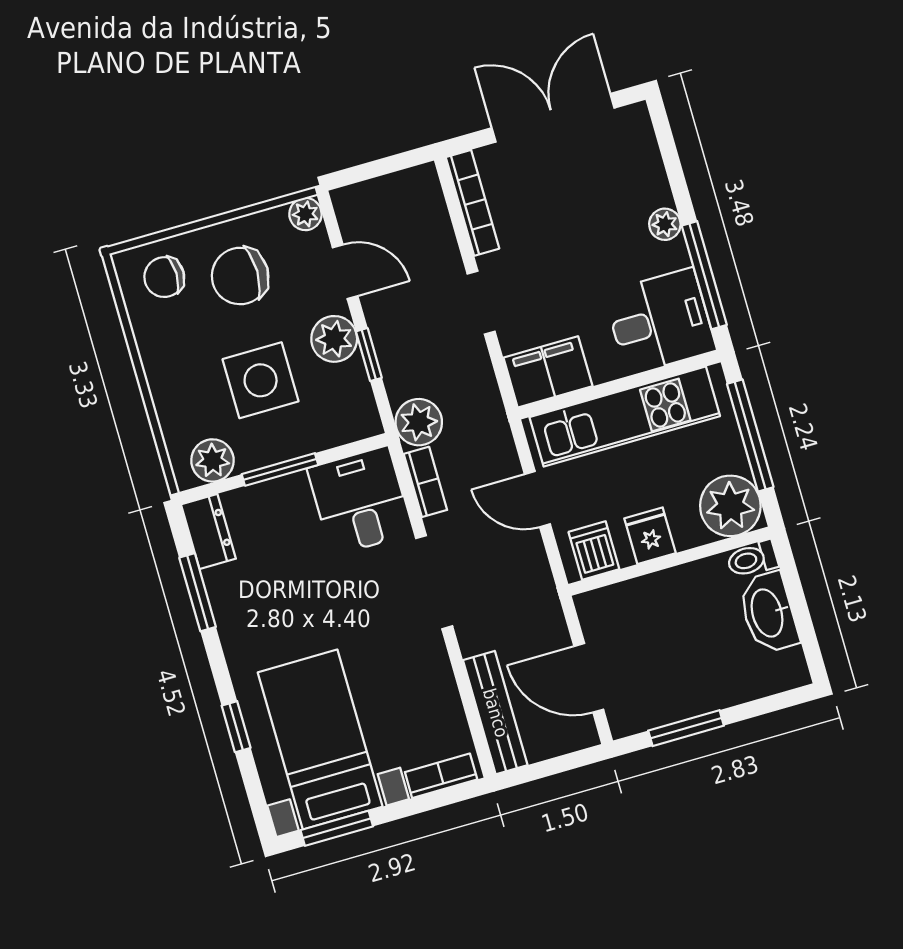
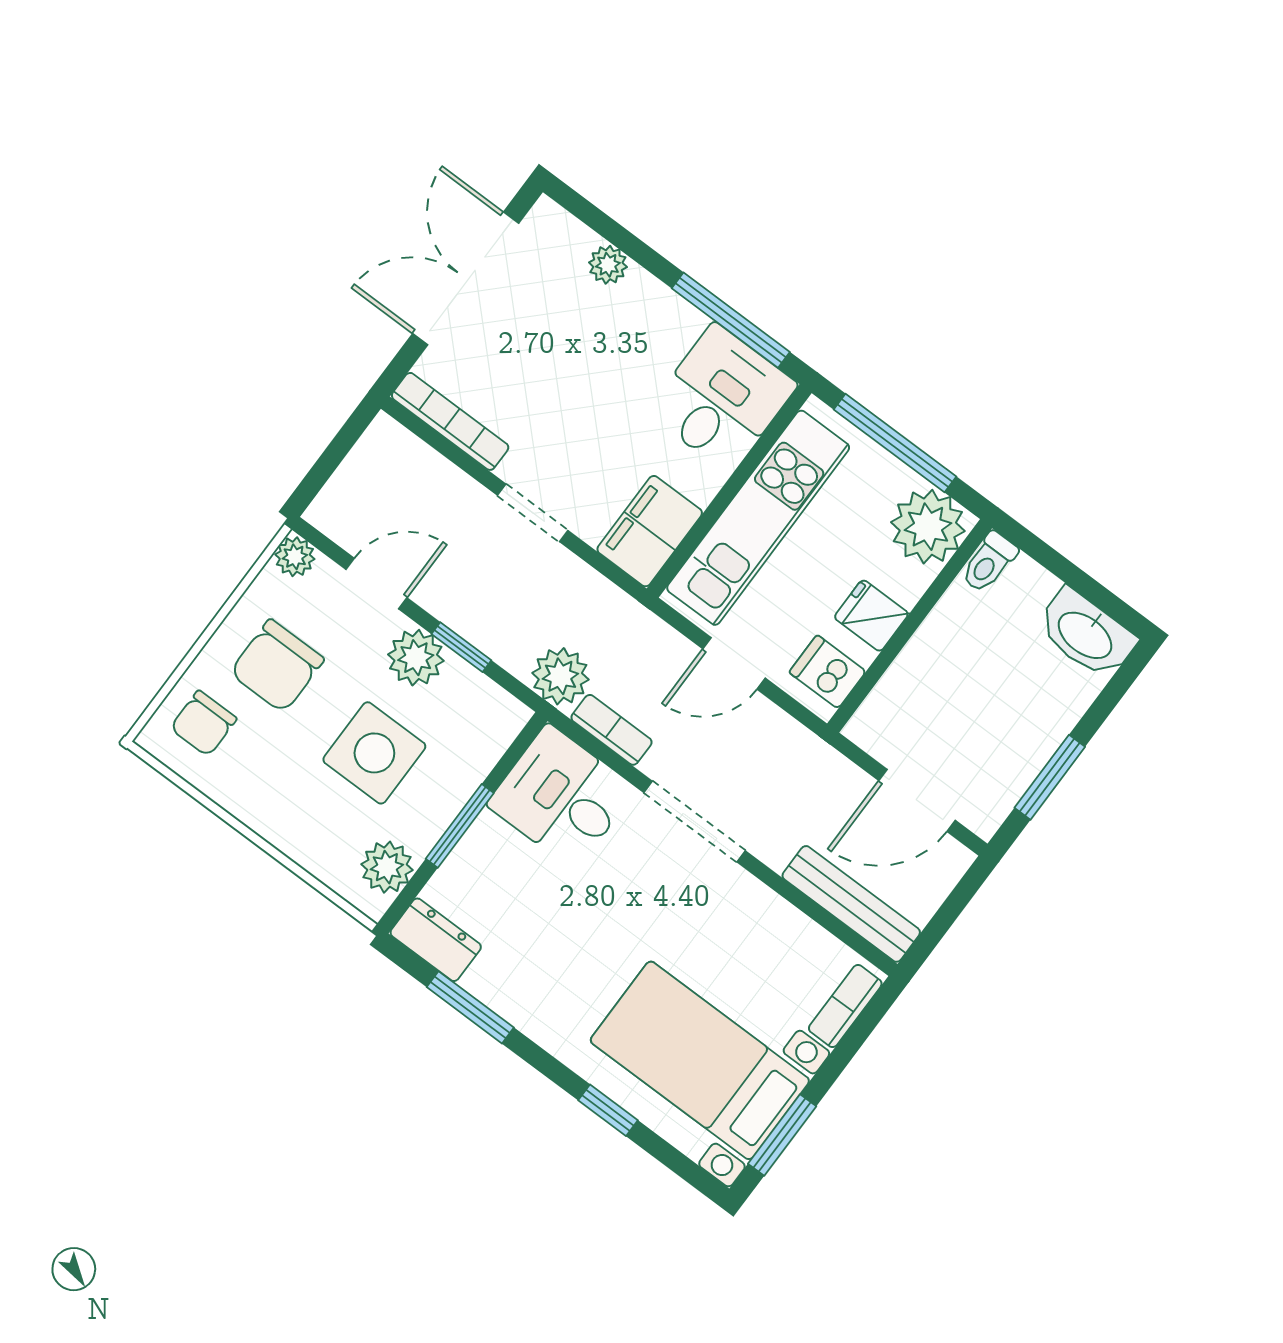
plant: (665, 224) -> (608, 265), moved
washbasin: (768, 613) -> (1086, 634), moved

